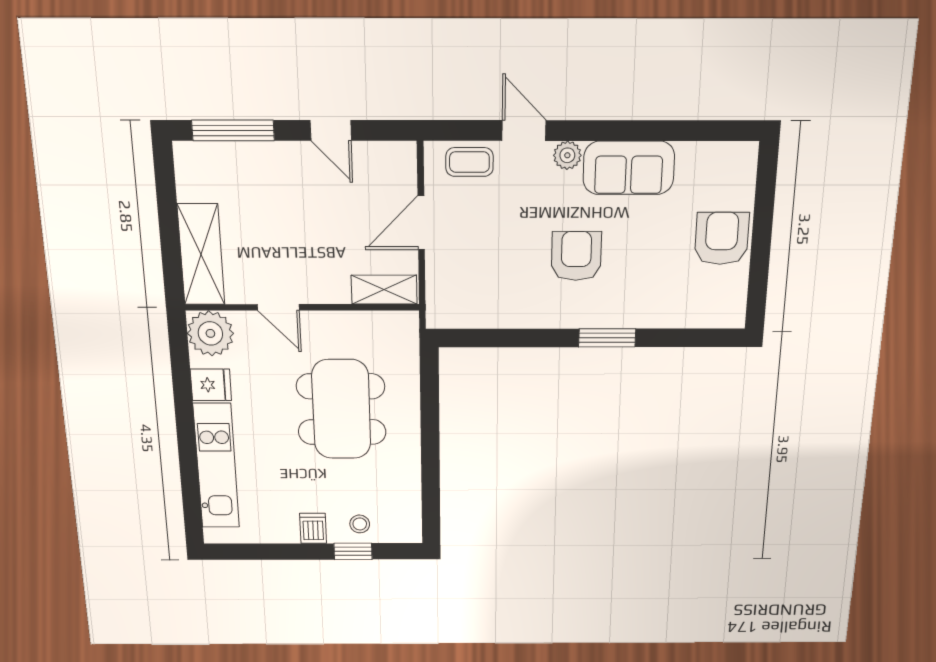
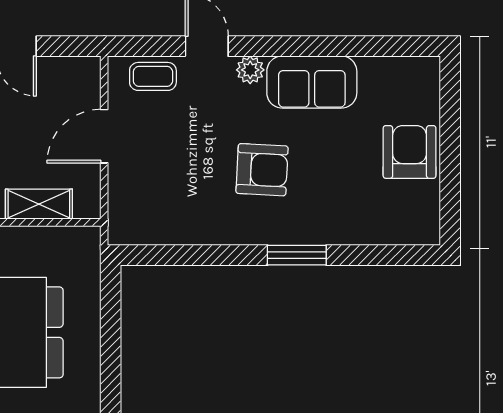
armchair: (576, 256) -> (262, 170), turned 93
shelving: (384, 290) -> (39, 204), moved

